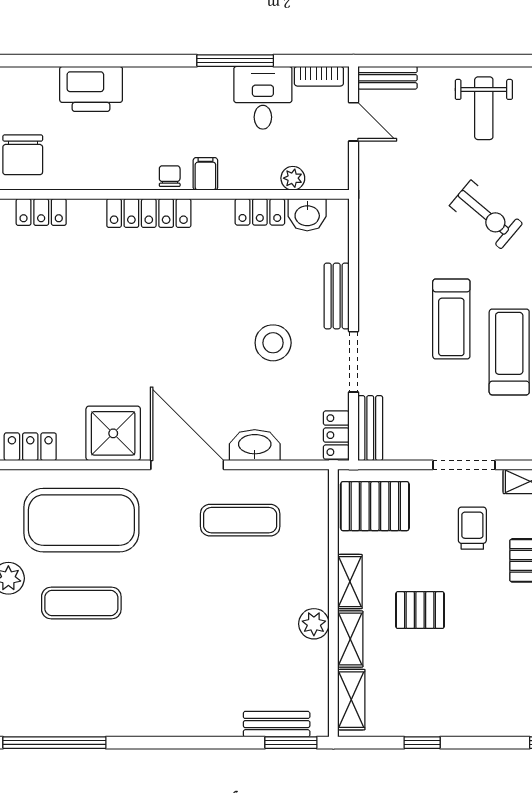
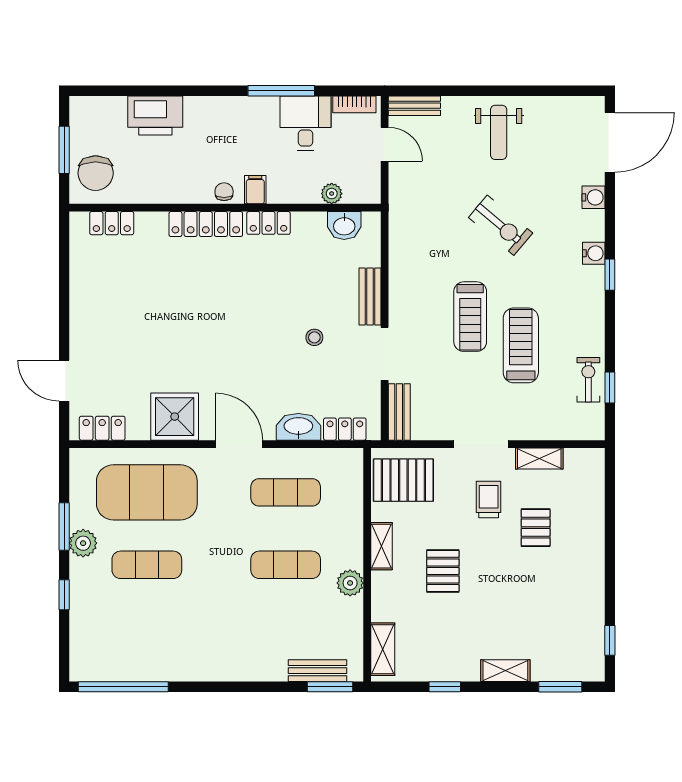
locker: (260, 212) -> (269, 223), moved
stool: (273, 343) -> (314, 337), width x0.53, depth x0.53
locker: (336, 435) -> (345, 429), moved, turned 90
door: (187, 465) -> (239, 444), width x0.73
exercise mat: (240, 603) -> (286, 565), added
pallet: (420, 610) -> (443, 571), turned 90
shelving: (350, 639) -> (505, 671), moved, turned 90

